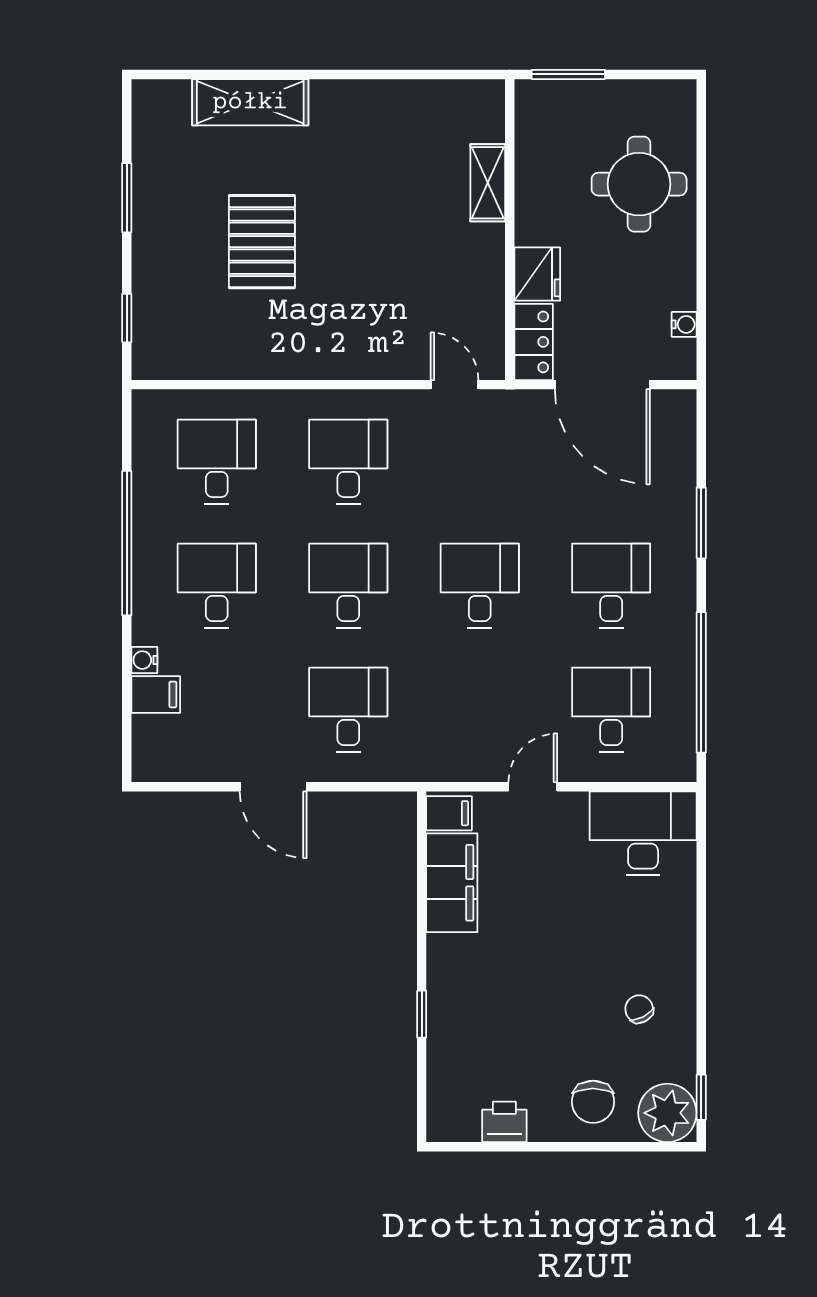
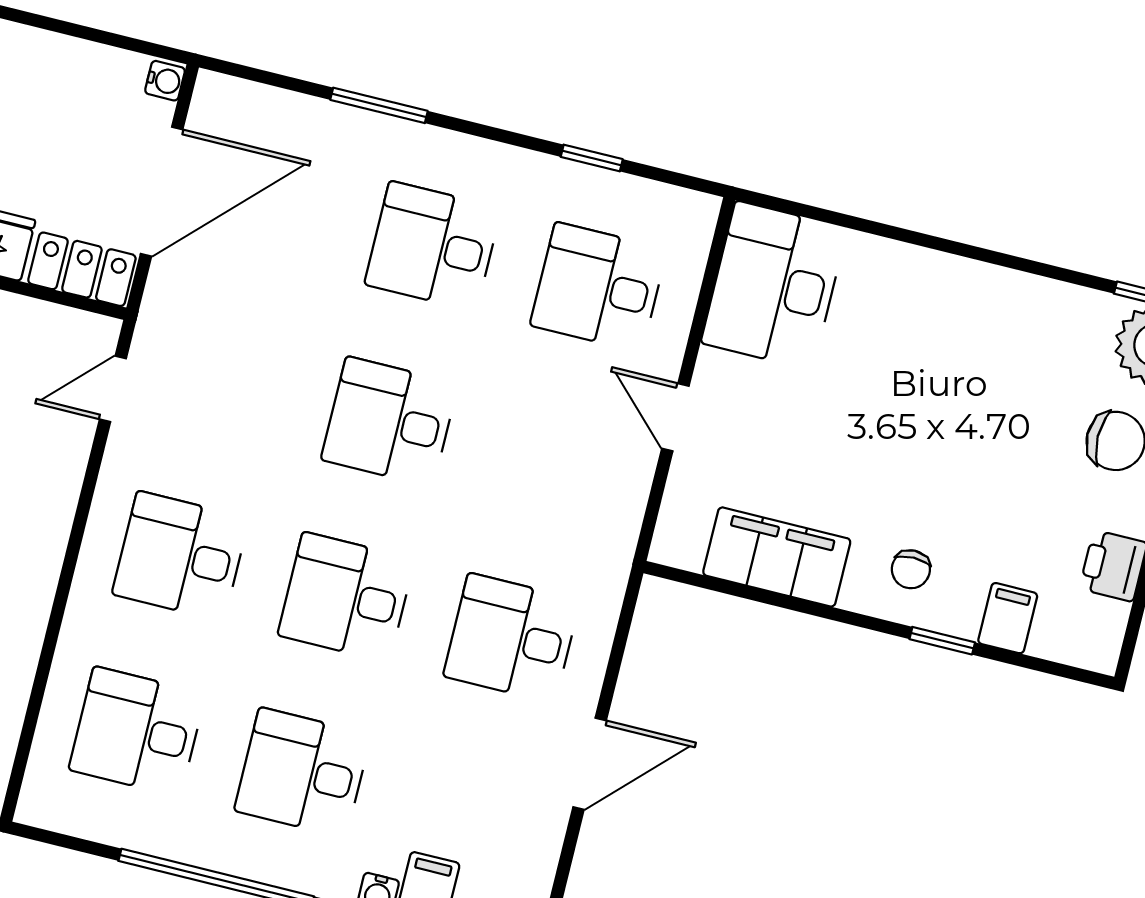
water cooler: (684, 324) -> (165, 81), moved, turned 90
window: (701, 682) -> (592, 158), width x0.32
filing cabinet: (449, 813) -> (1008, 618), moved
chair: (639, 1009) -> (911, 569), moved, turned -62

